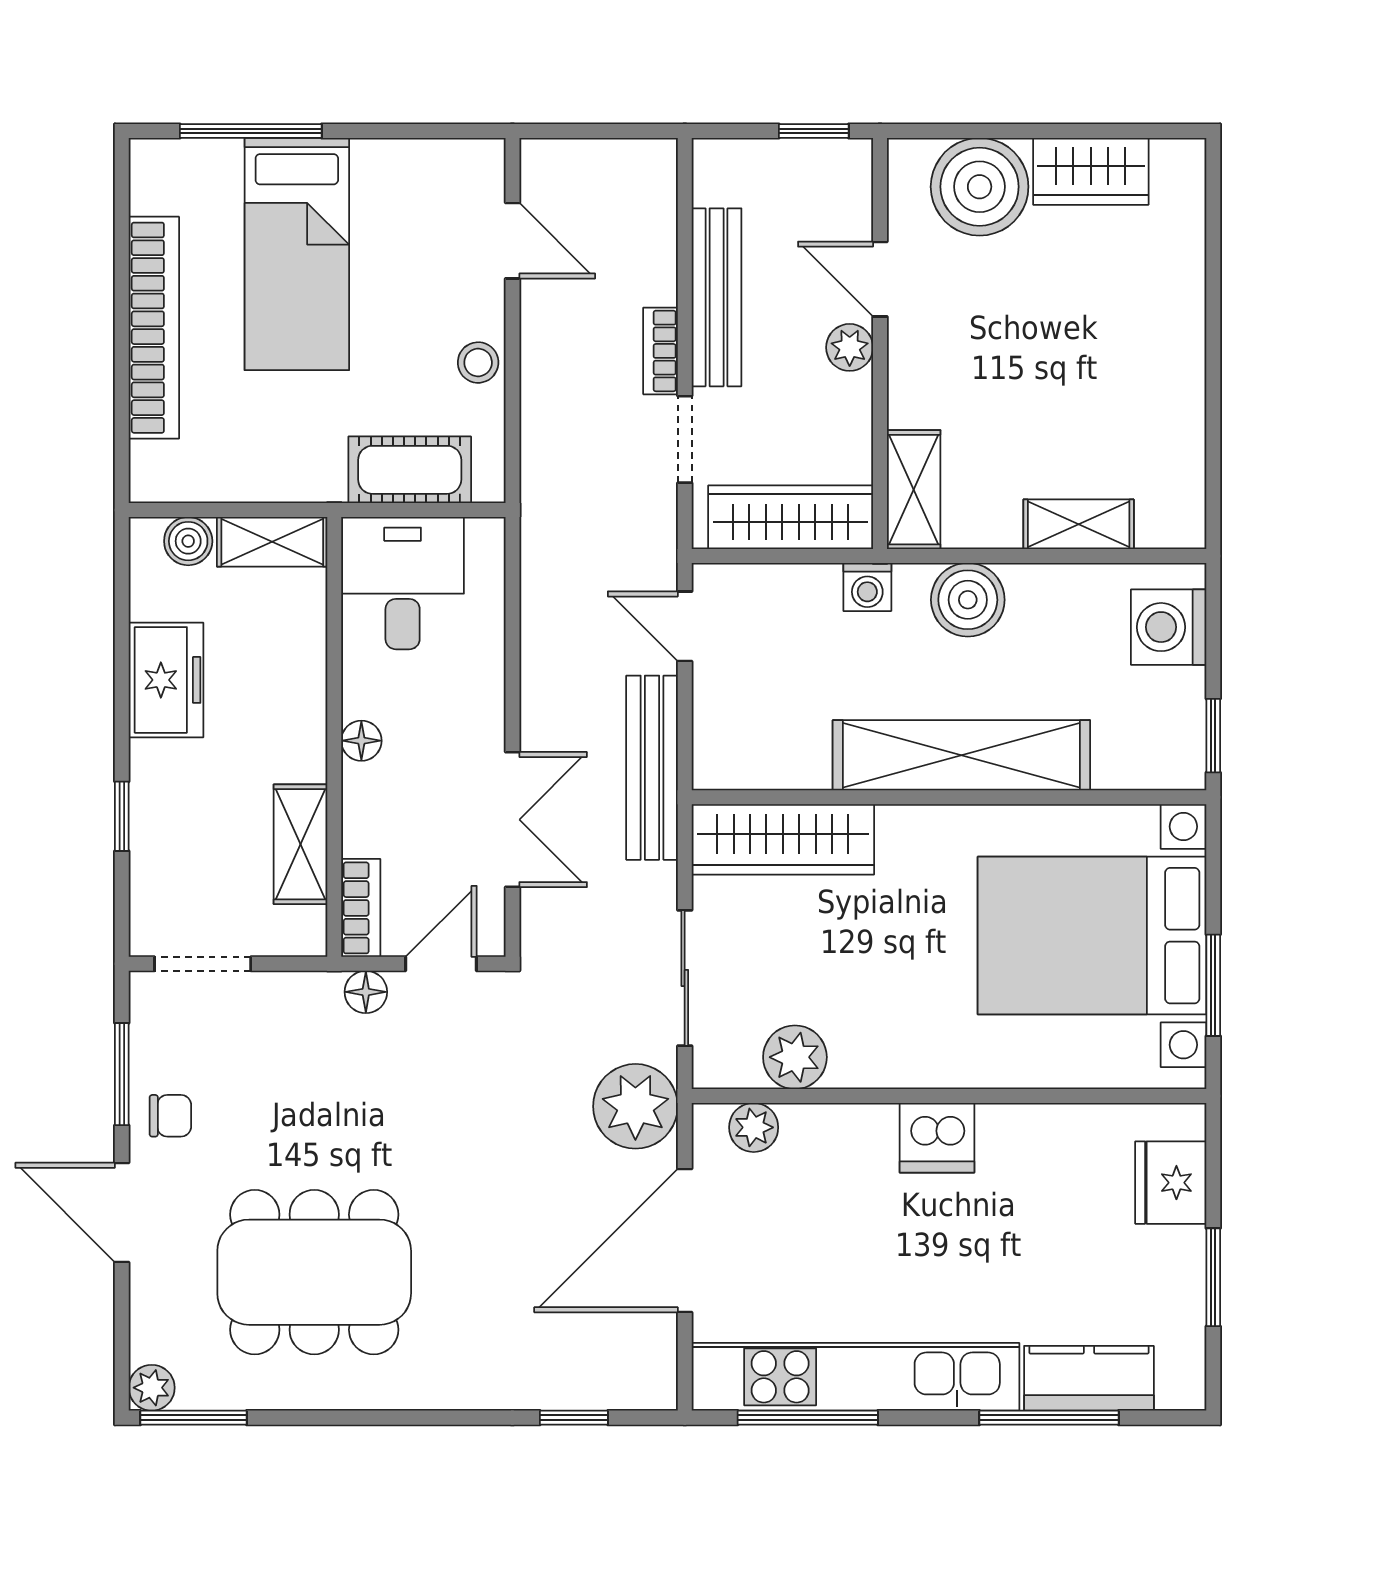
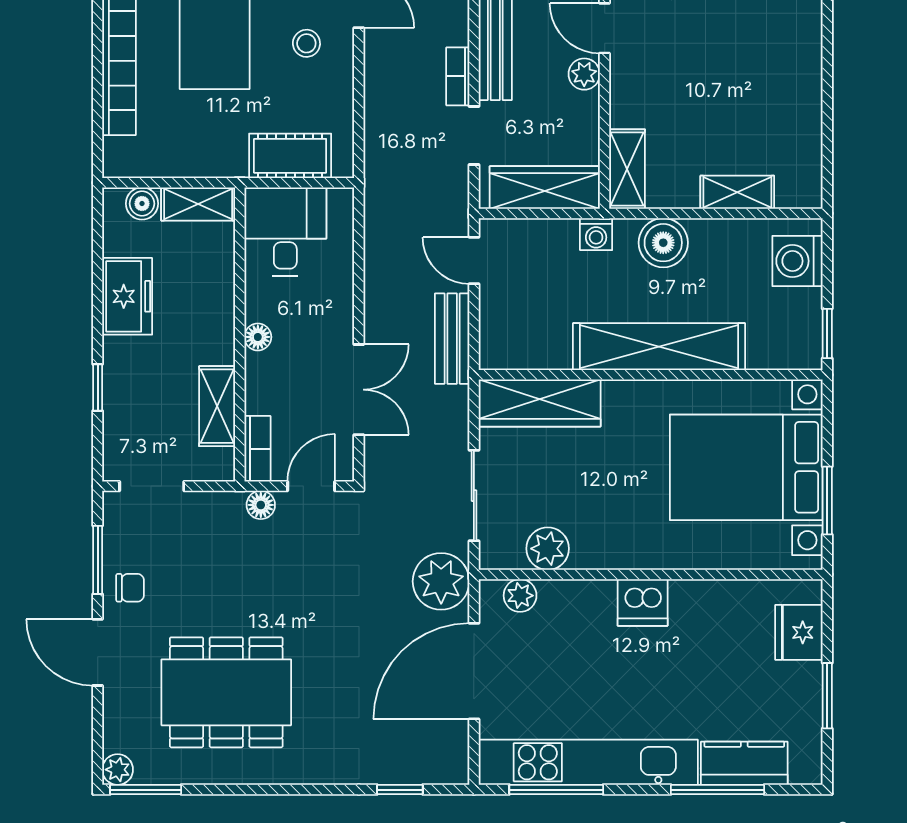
stool: (478, 363) -> (306, 43), moved
bench: (652, 768) -> (452, 339), width x0.73

